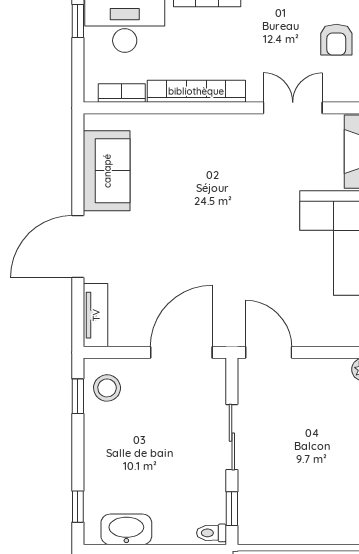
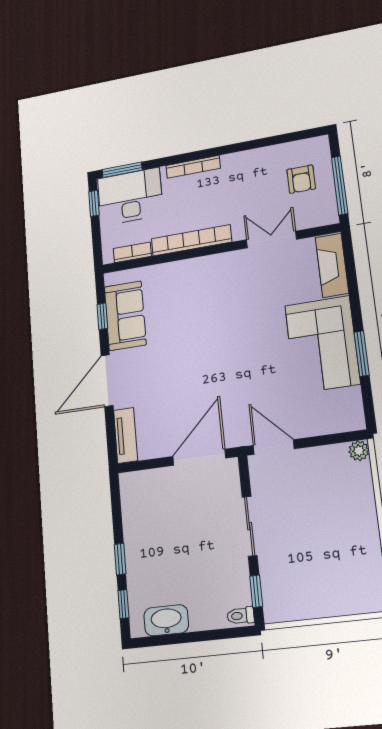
window: (78, 167) -> (102, 316), added
stool: (107, 388) -> (140, 496), removed
window: (78, 396) -> (120, 559), moved

